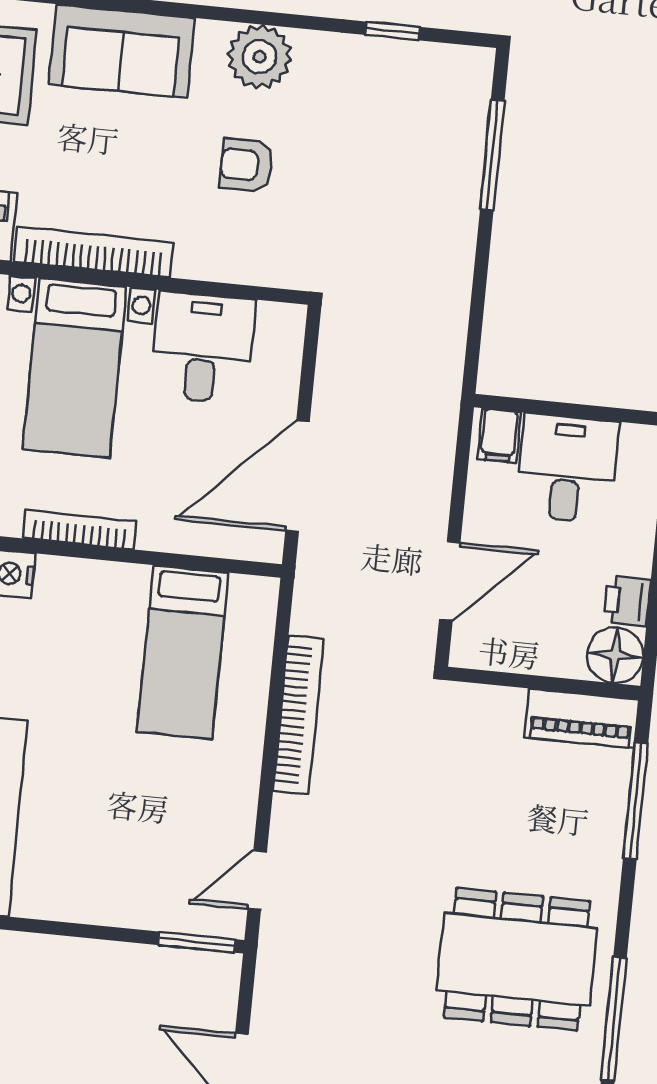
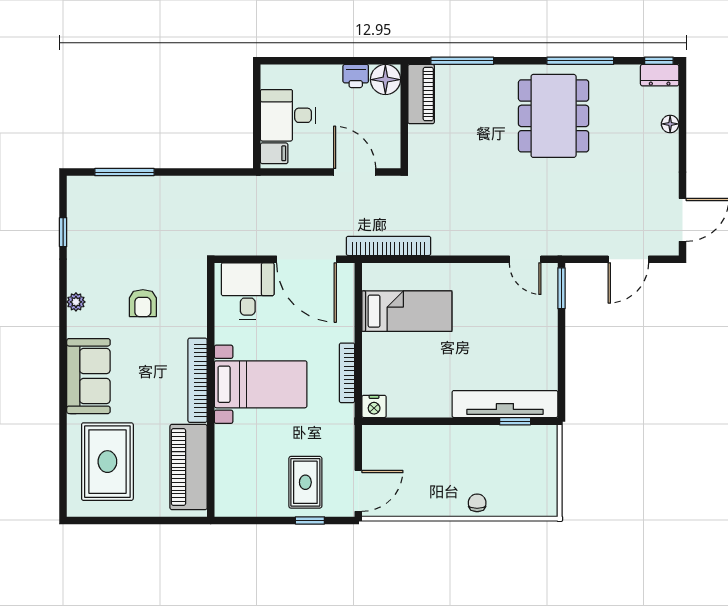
plant: (260, 57) -> (76, 302), width x0.53, depth x0.53
desk: (203, 347) -> (248, 291), moved, turned 90
bookcase: (298, 715) -> (388, 246), moved

